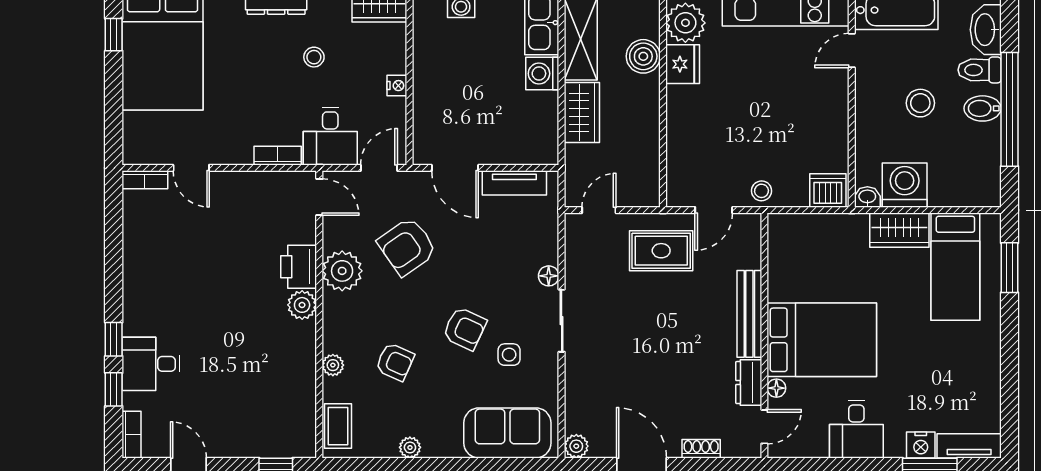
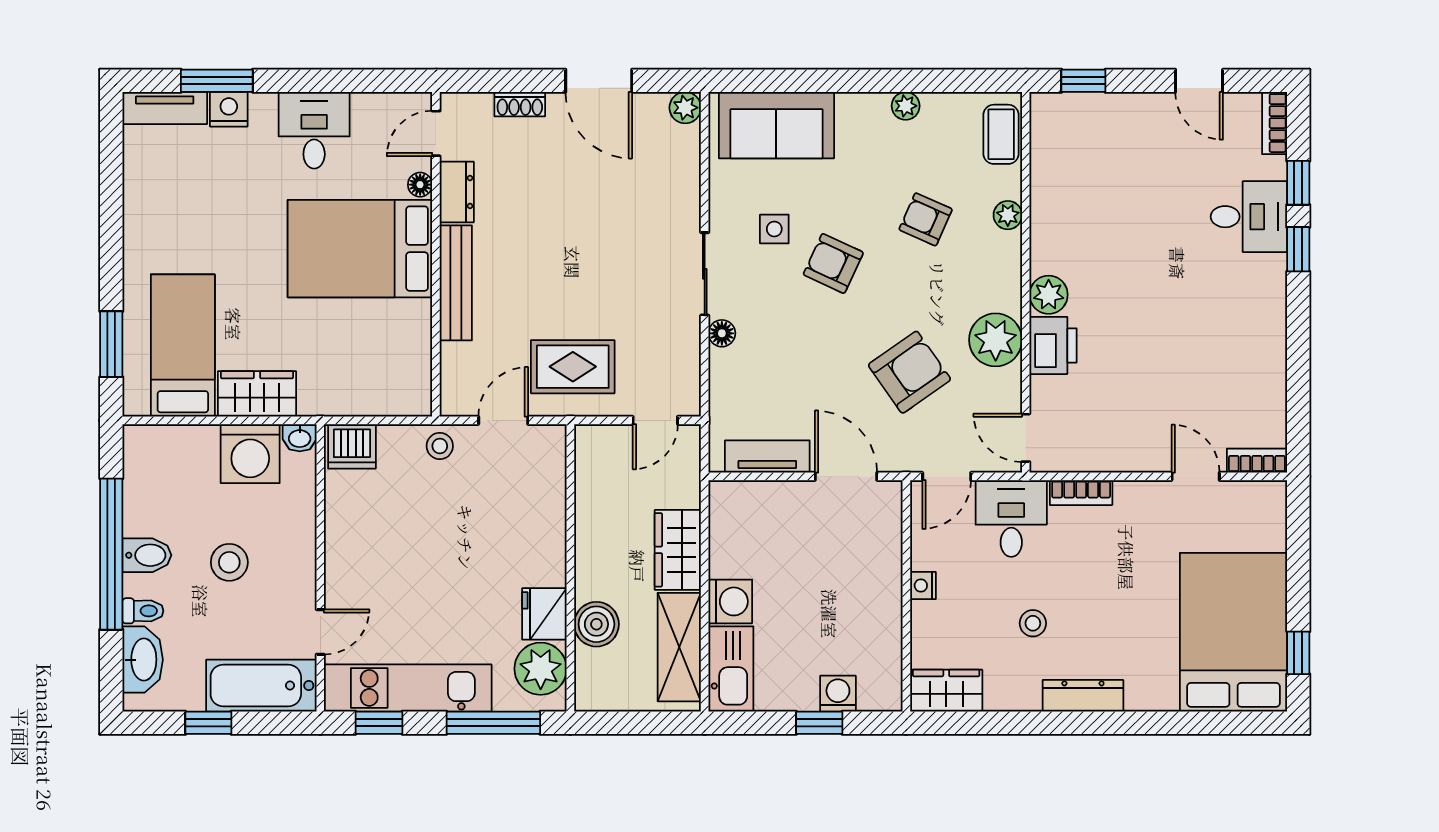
toilet: (980, 70) -> (143, 611), width x0.73, depth x0.72

